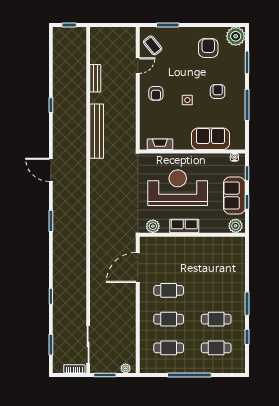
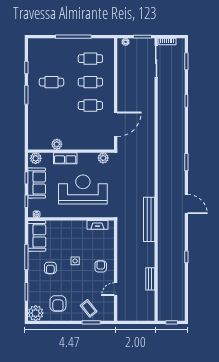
coffee table: (153, 45) -> (89, 308), moved
bench: (97, 131) -> (149, 219), moved
sofa: (210, 139) -> (37, 236), moved, turned -90
reception desk: (178, 188) -> (83, 189), turned 180
row of seats: (184, 226) -> (65, 158), moved
plant: (210, 243) -> (57, 144), added
cafe table: (216, 348) -> (52, 59), removed

